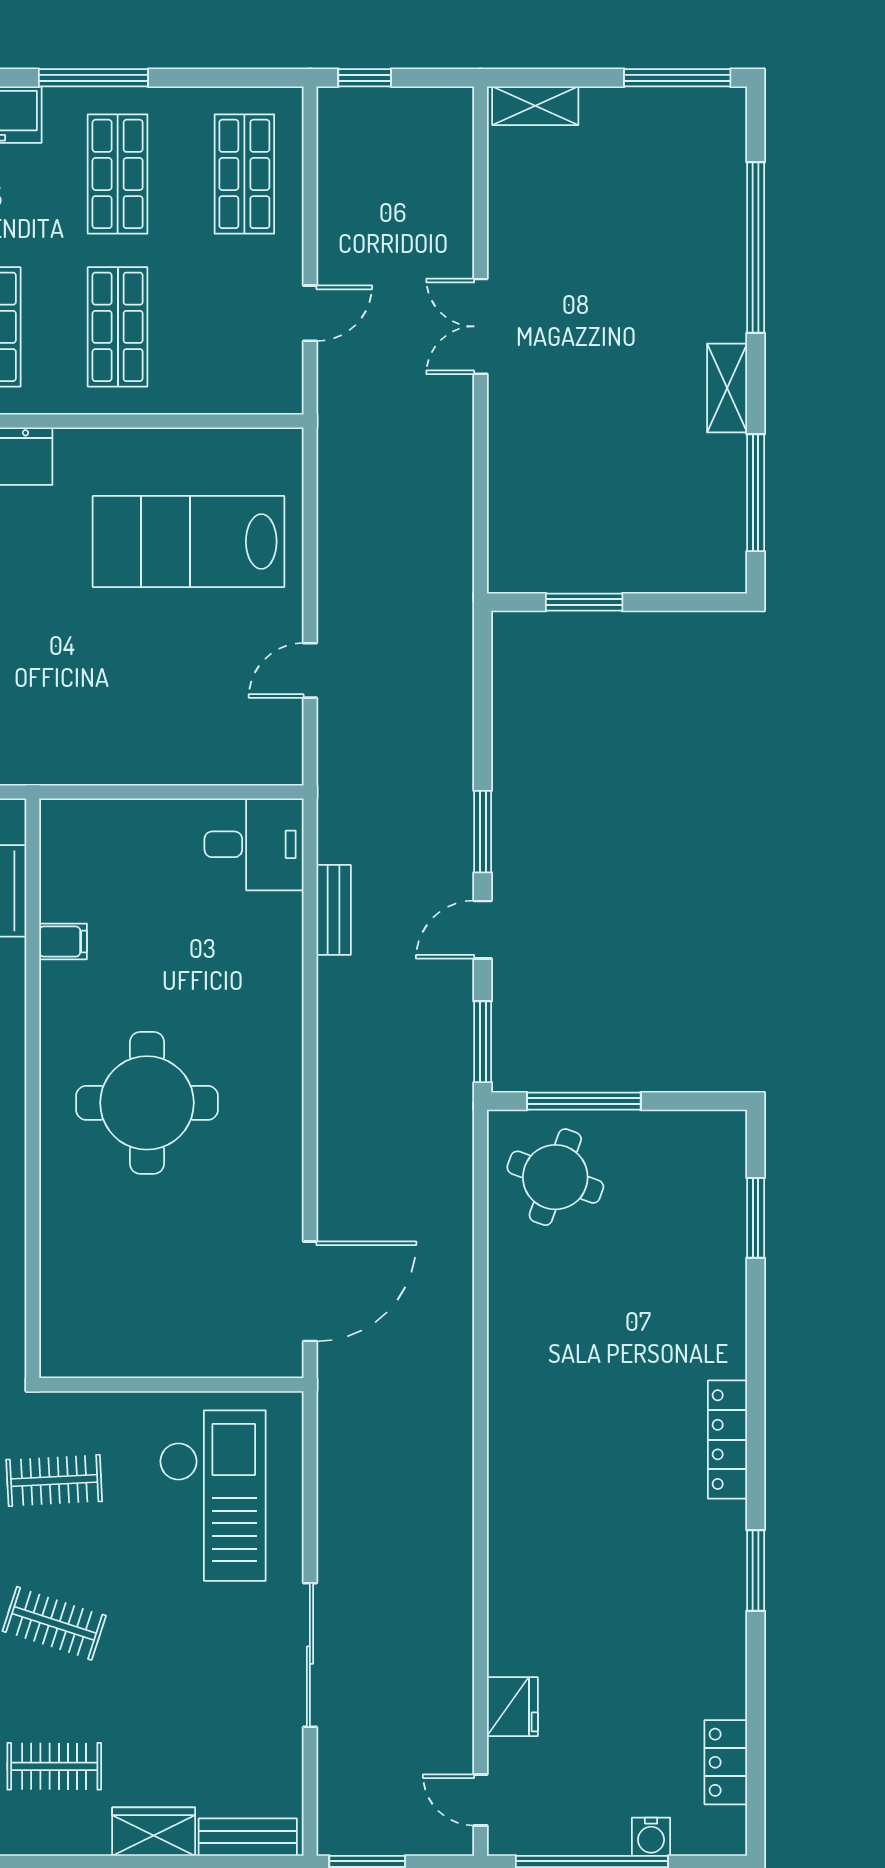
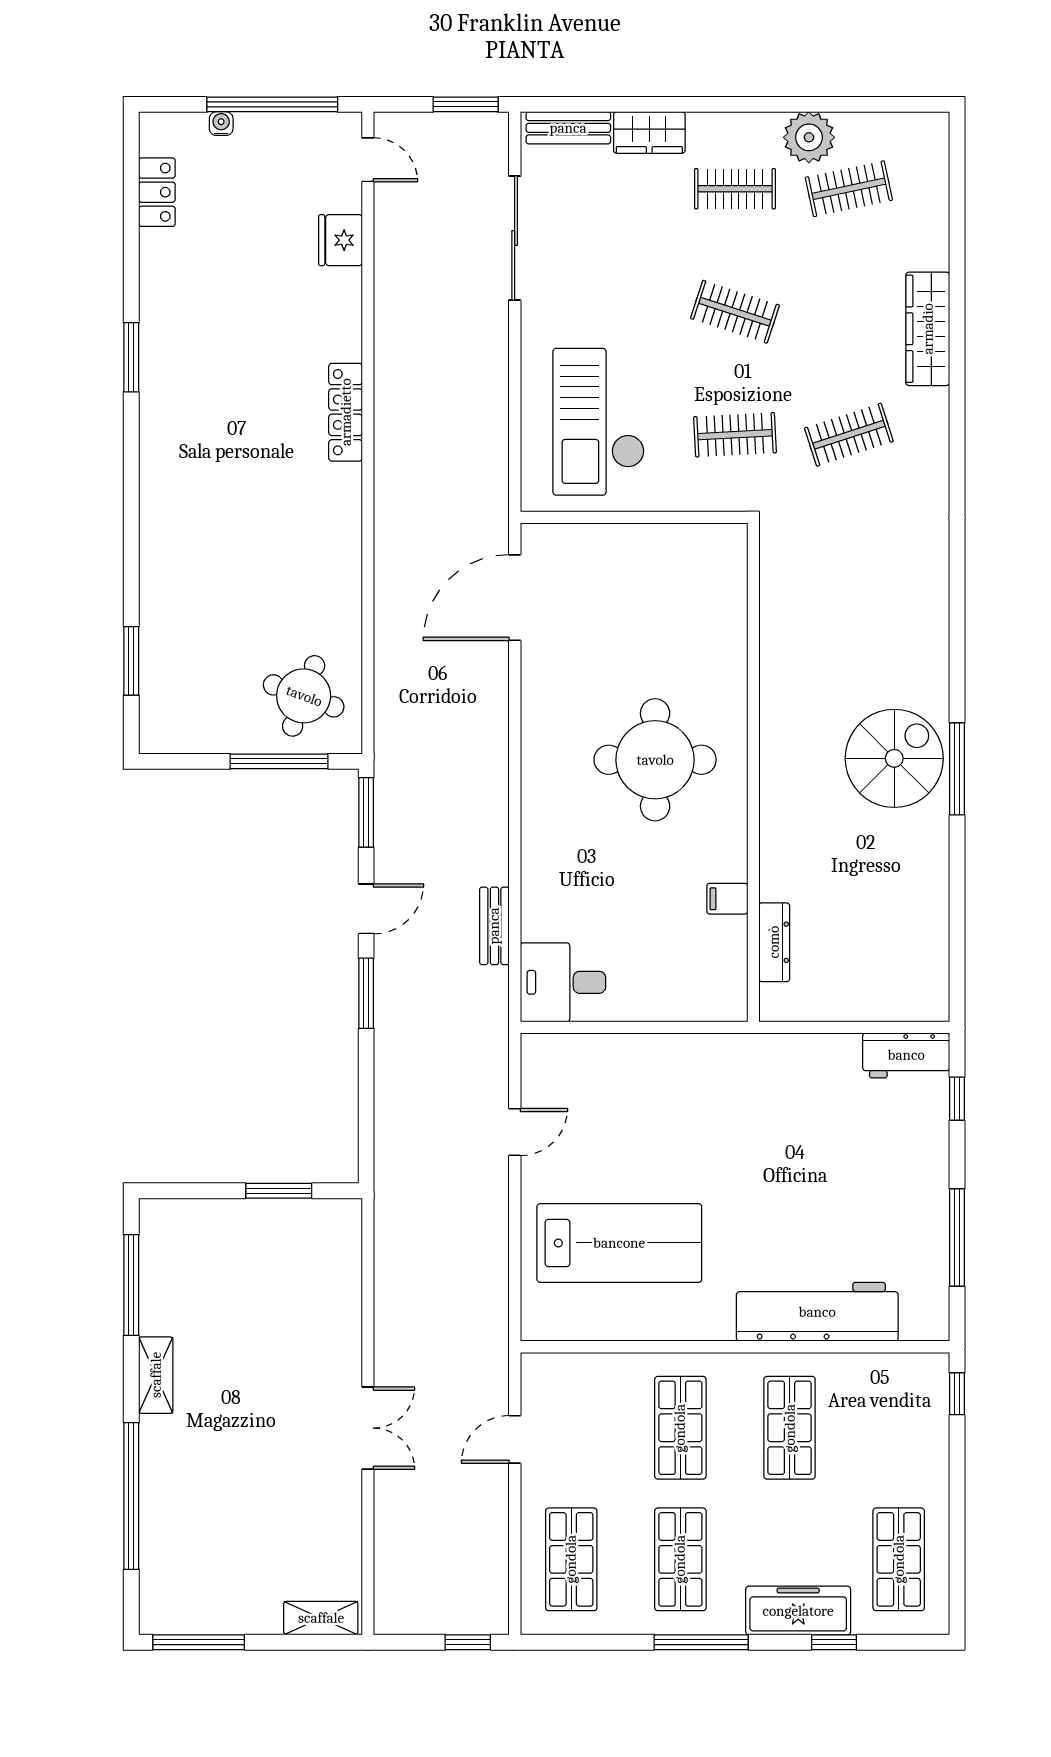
locker: (727, 1440) -> (346, 412), moved, turned 180
sliding door: (310, 1655) -> (515, 238), moved
water cooler: (651, 1837) -> (221, 124), width x0.72, depth x0.72

